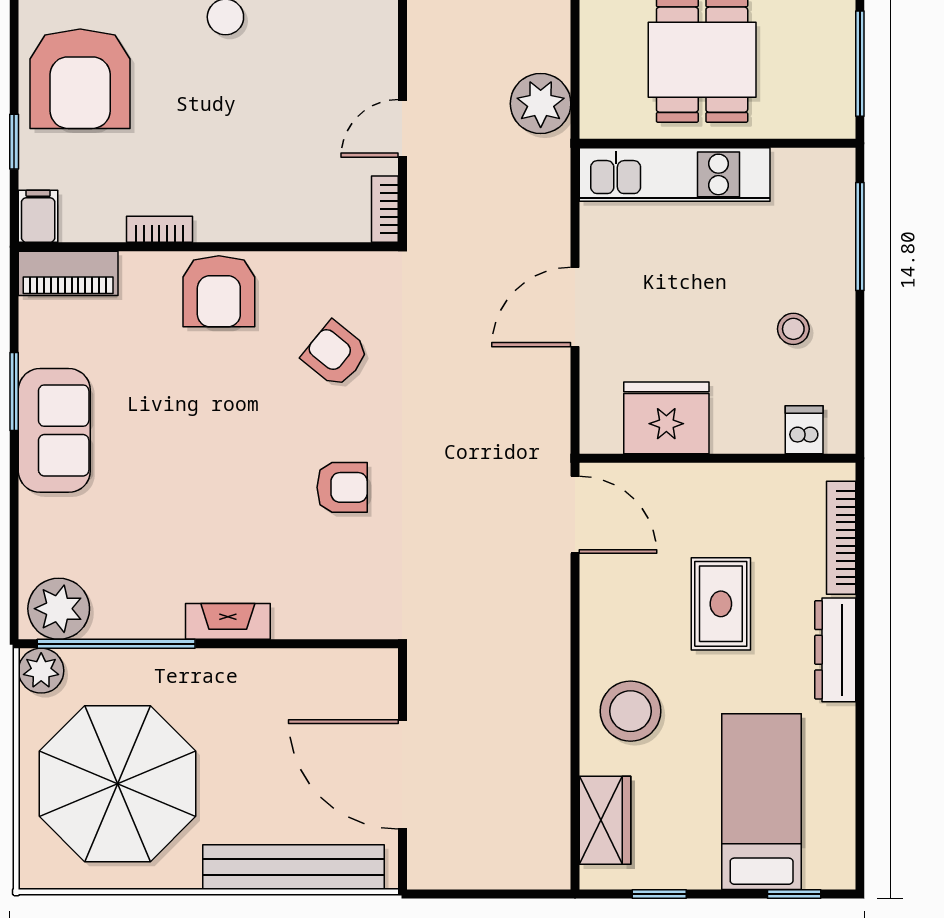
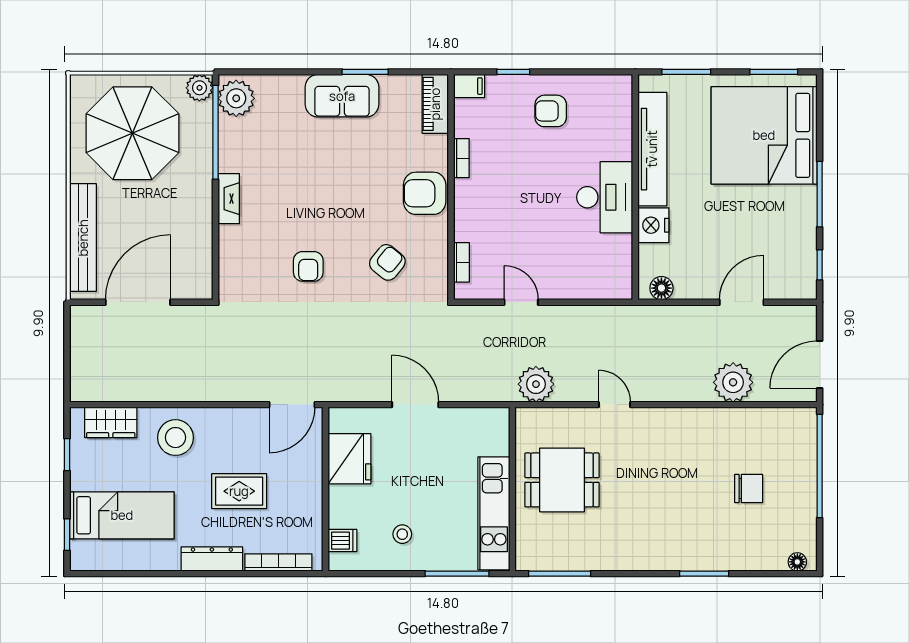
armchair: (80, 79) -> (551, 111), width x0.53, depth x0.53
kitchen unit: (675, 174) -> (494, 513), moved
bookcase: (385, 209) -> (461, 262), moved, turned 90

